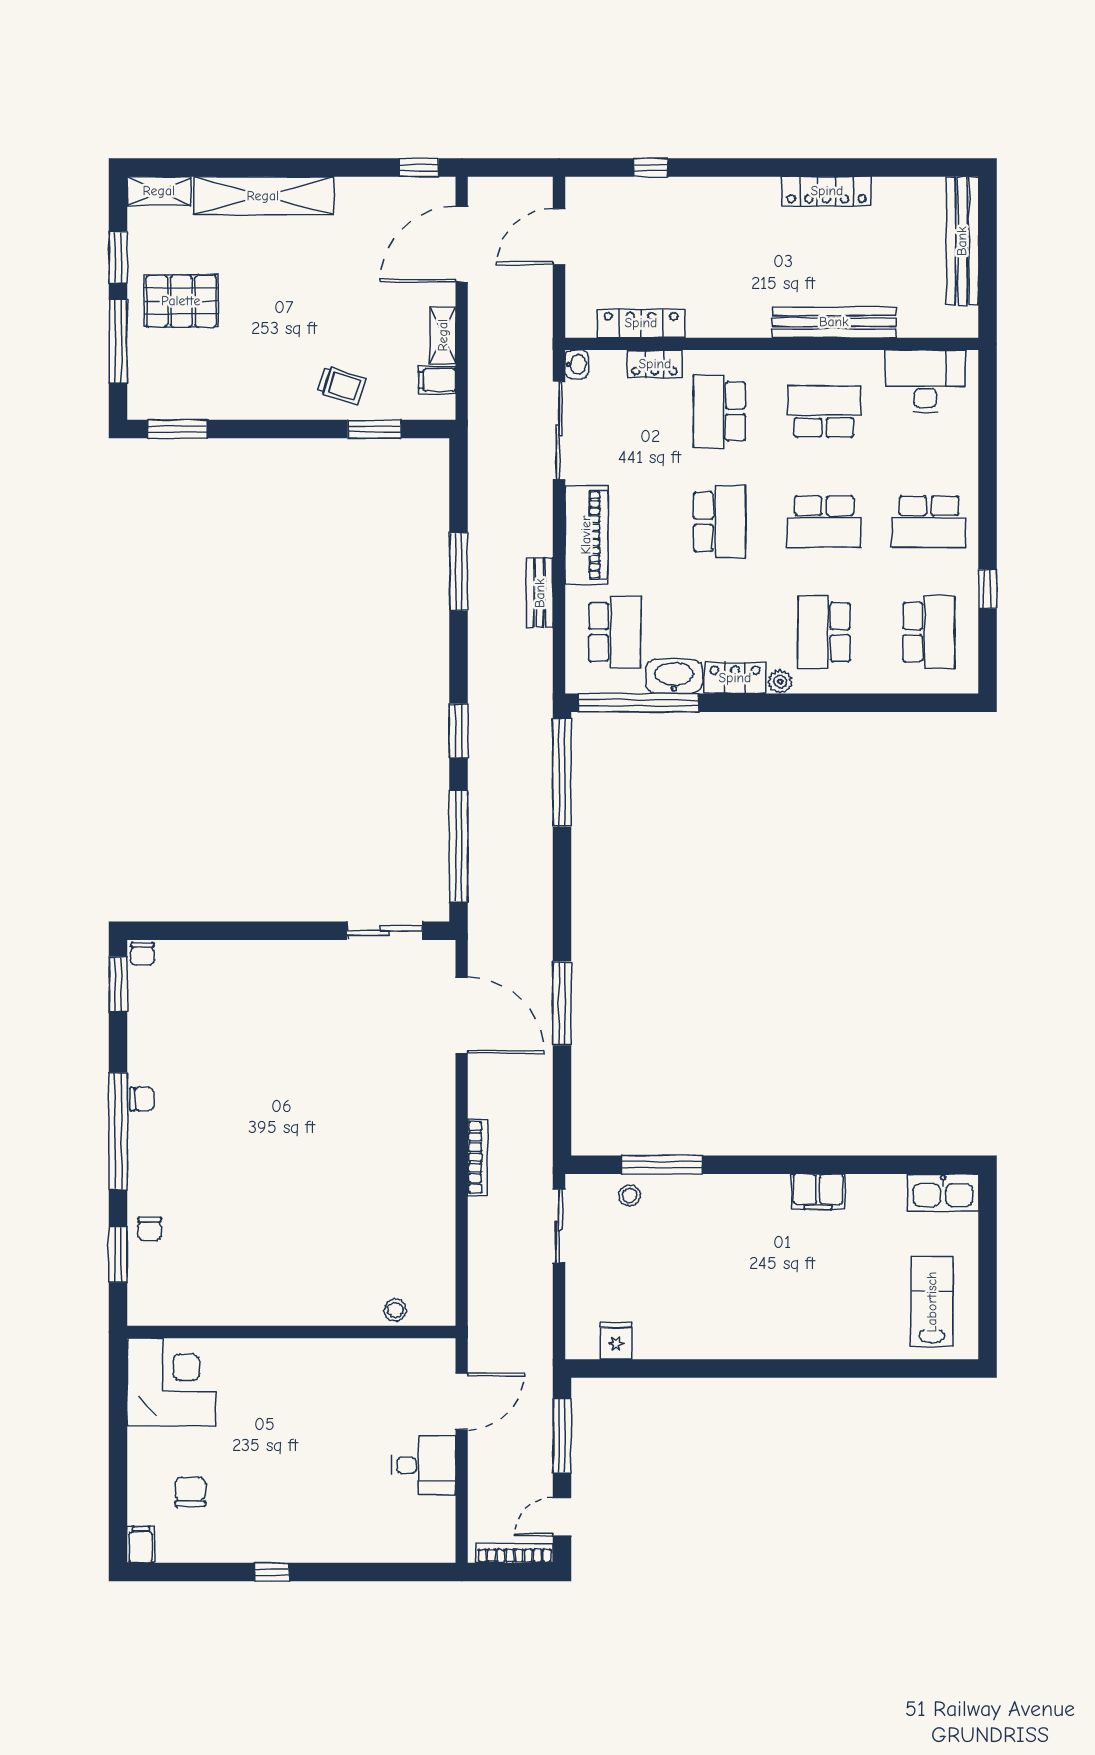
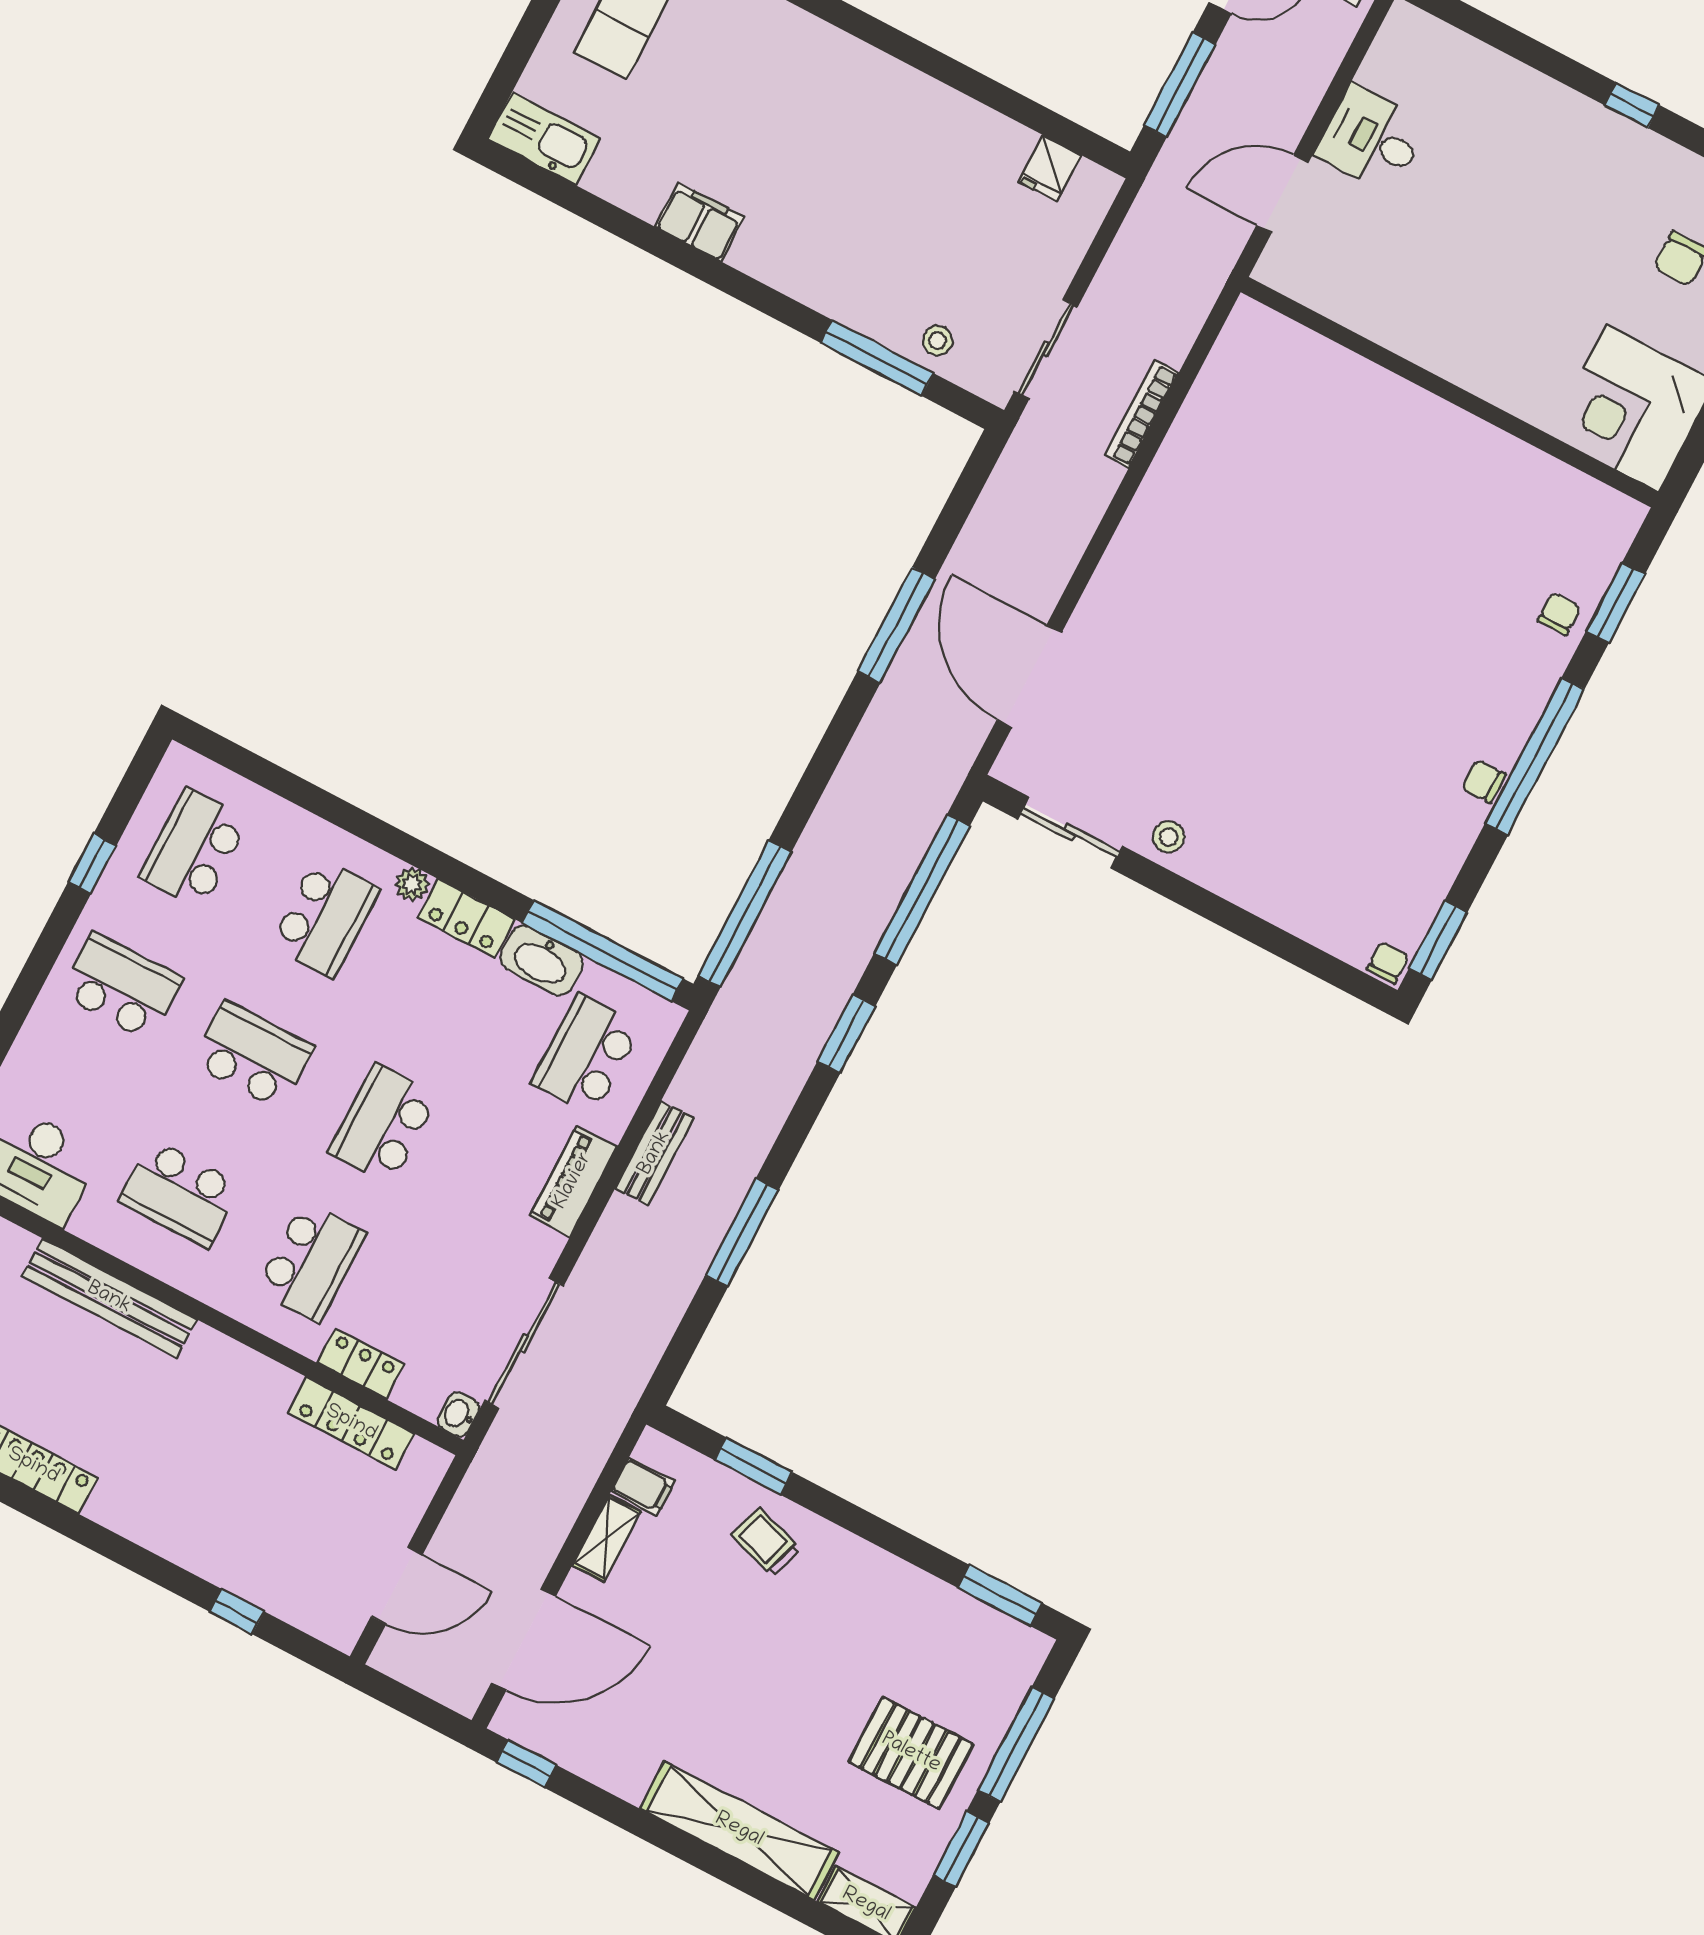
piano: (586, 535) -> (573, 1181), width x0.73, depth x0.75
bookcase: (477, 1157) -> (1142, 414), moved
stool: (395, 1310) -> (1169, 837), moved

